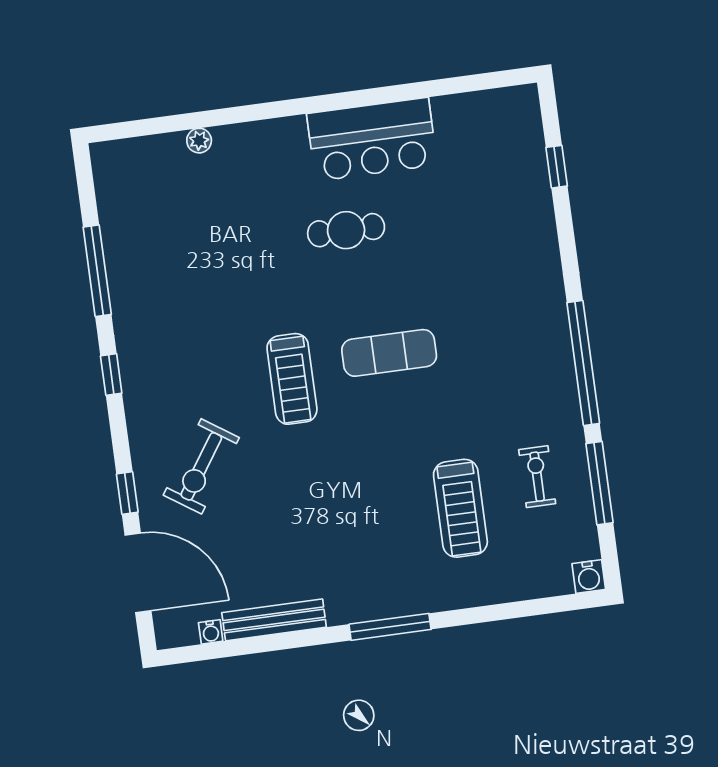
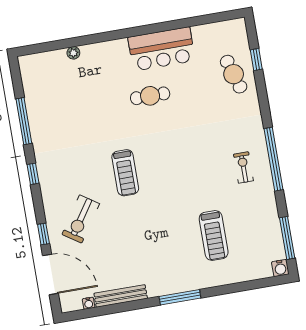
cafe table: (511, 194) -> (234, 74), added
exercise mat: (389, 353) -> (174, 158), removed
exercise bike: (537, 477) -> (243, 168), moved
window: (599, 483) -> (287, 238), moved

